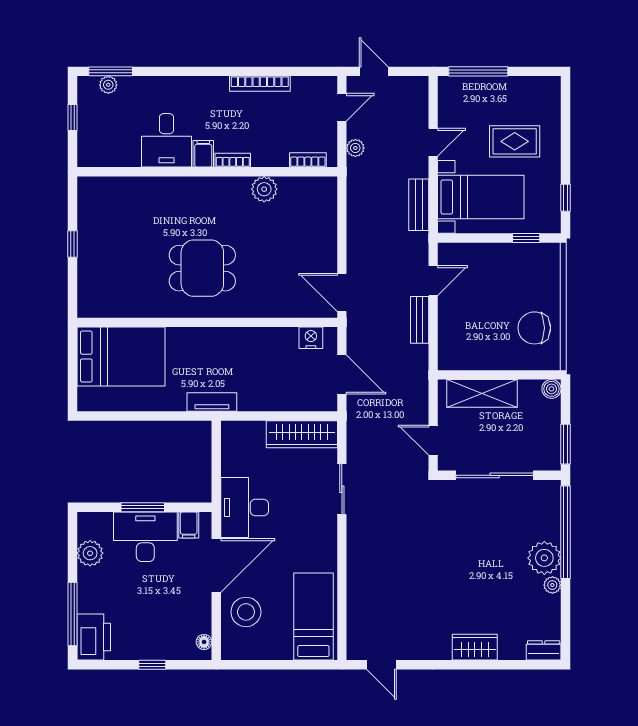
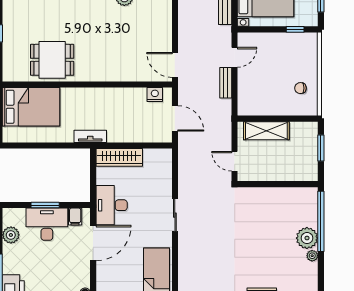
dining table: (202, 268) -> (52, 60), moved
chair: (534, 328) -> (300, 88), width x0.54, depth x0.54
boiler: (551, 389) -> (312, 128), removed
wardrobe: (302, 434) -> (119, 157), moved
window: (566, 444) -> (321, 148), moved
sliding door: (495, 475) -> (275, 184), removed
sliding door: (342, 489) -> (175, 215), moved
stool: (246, 612) -> (112, 273), removed

